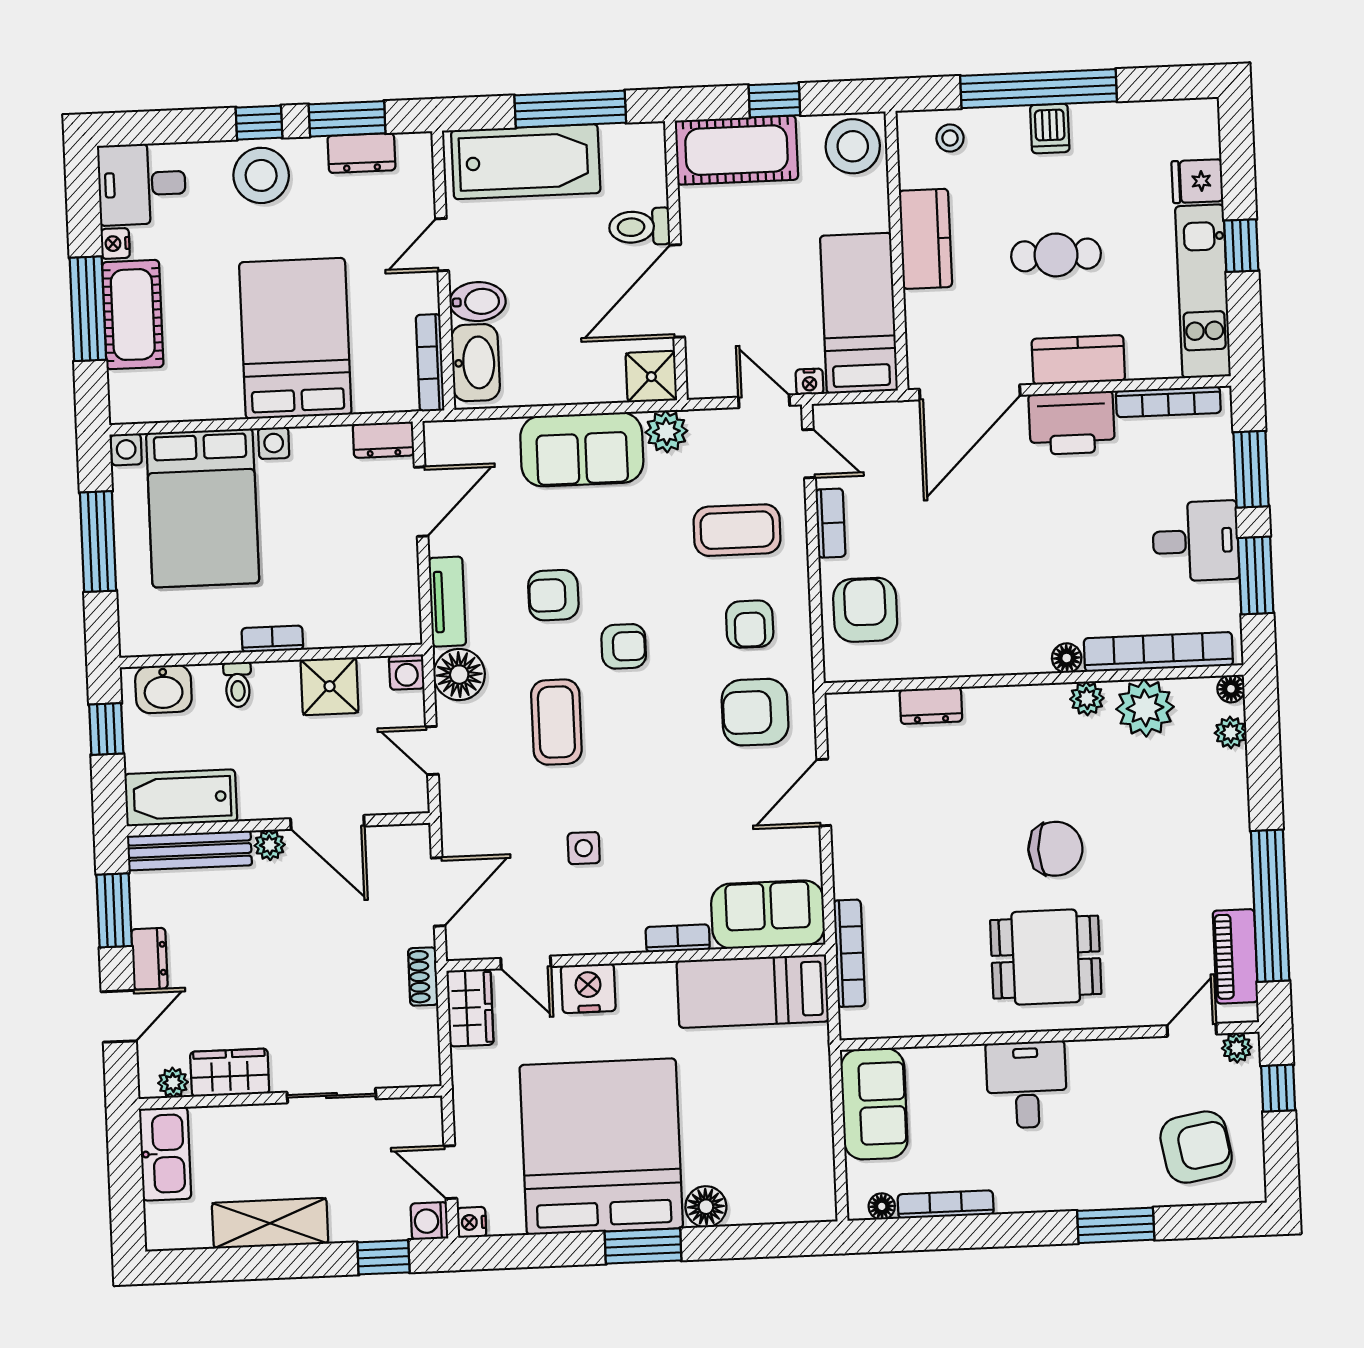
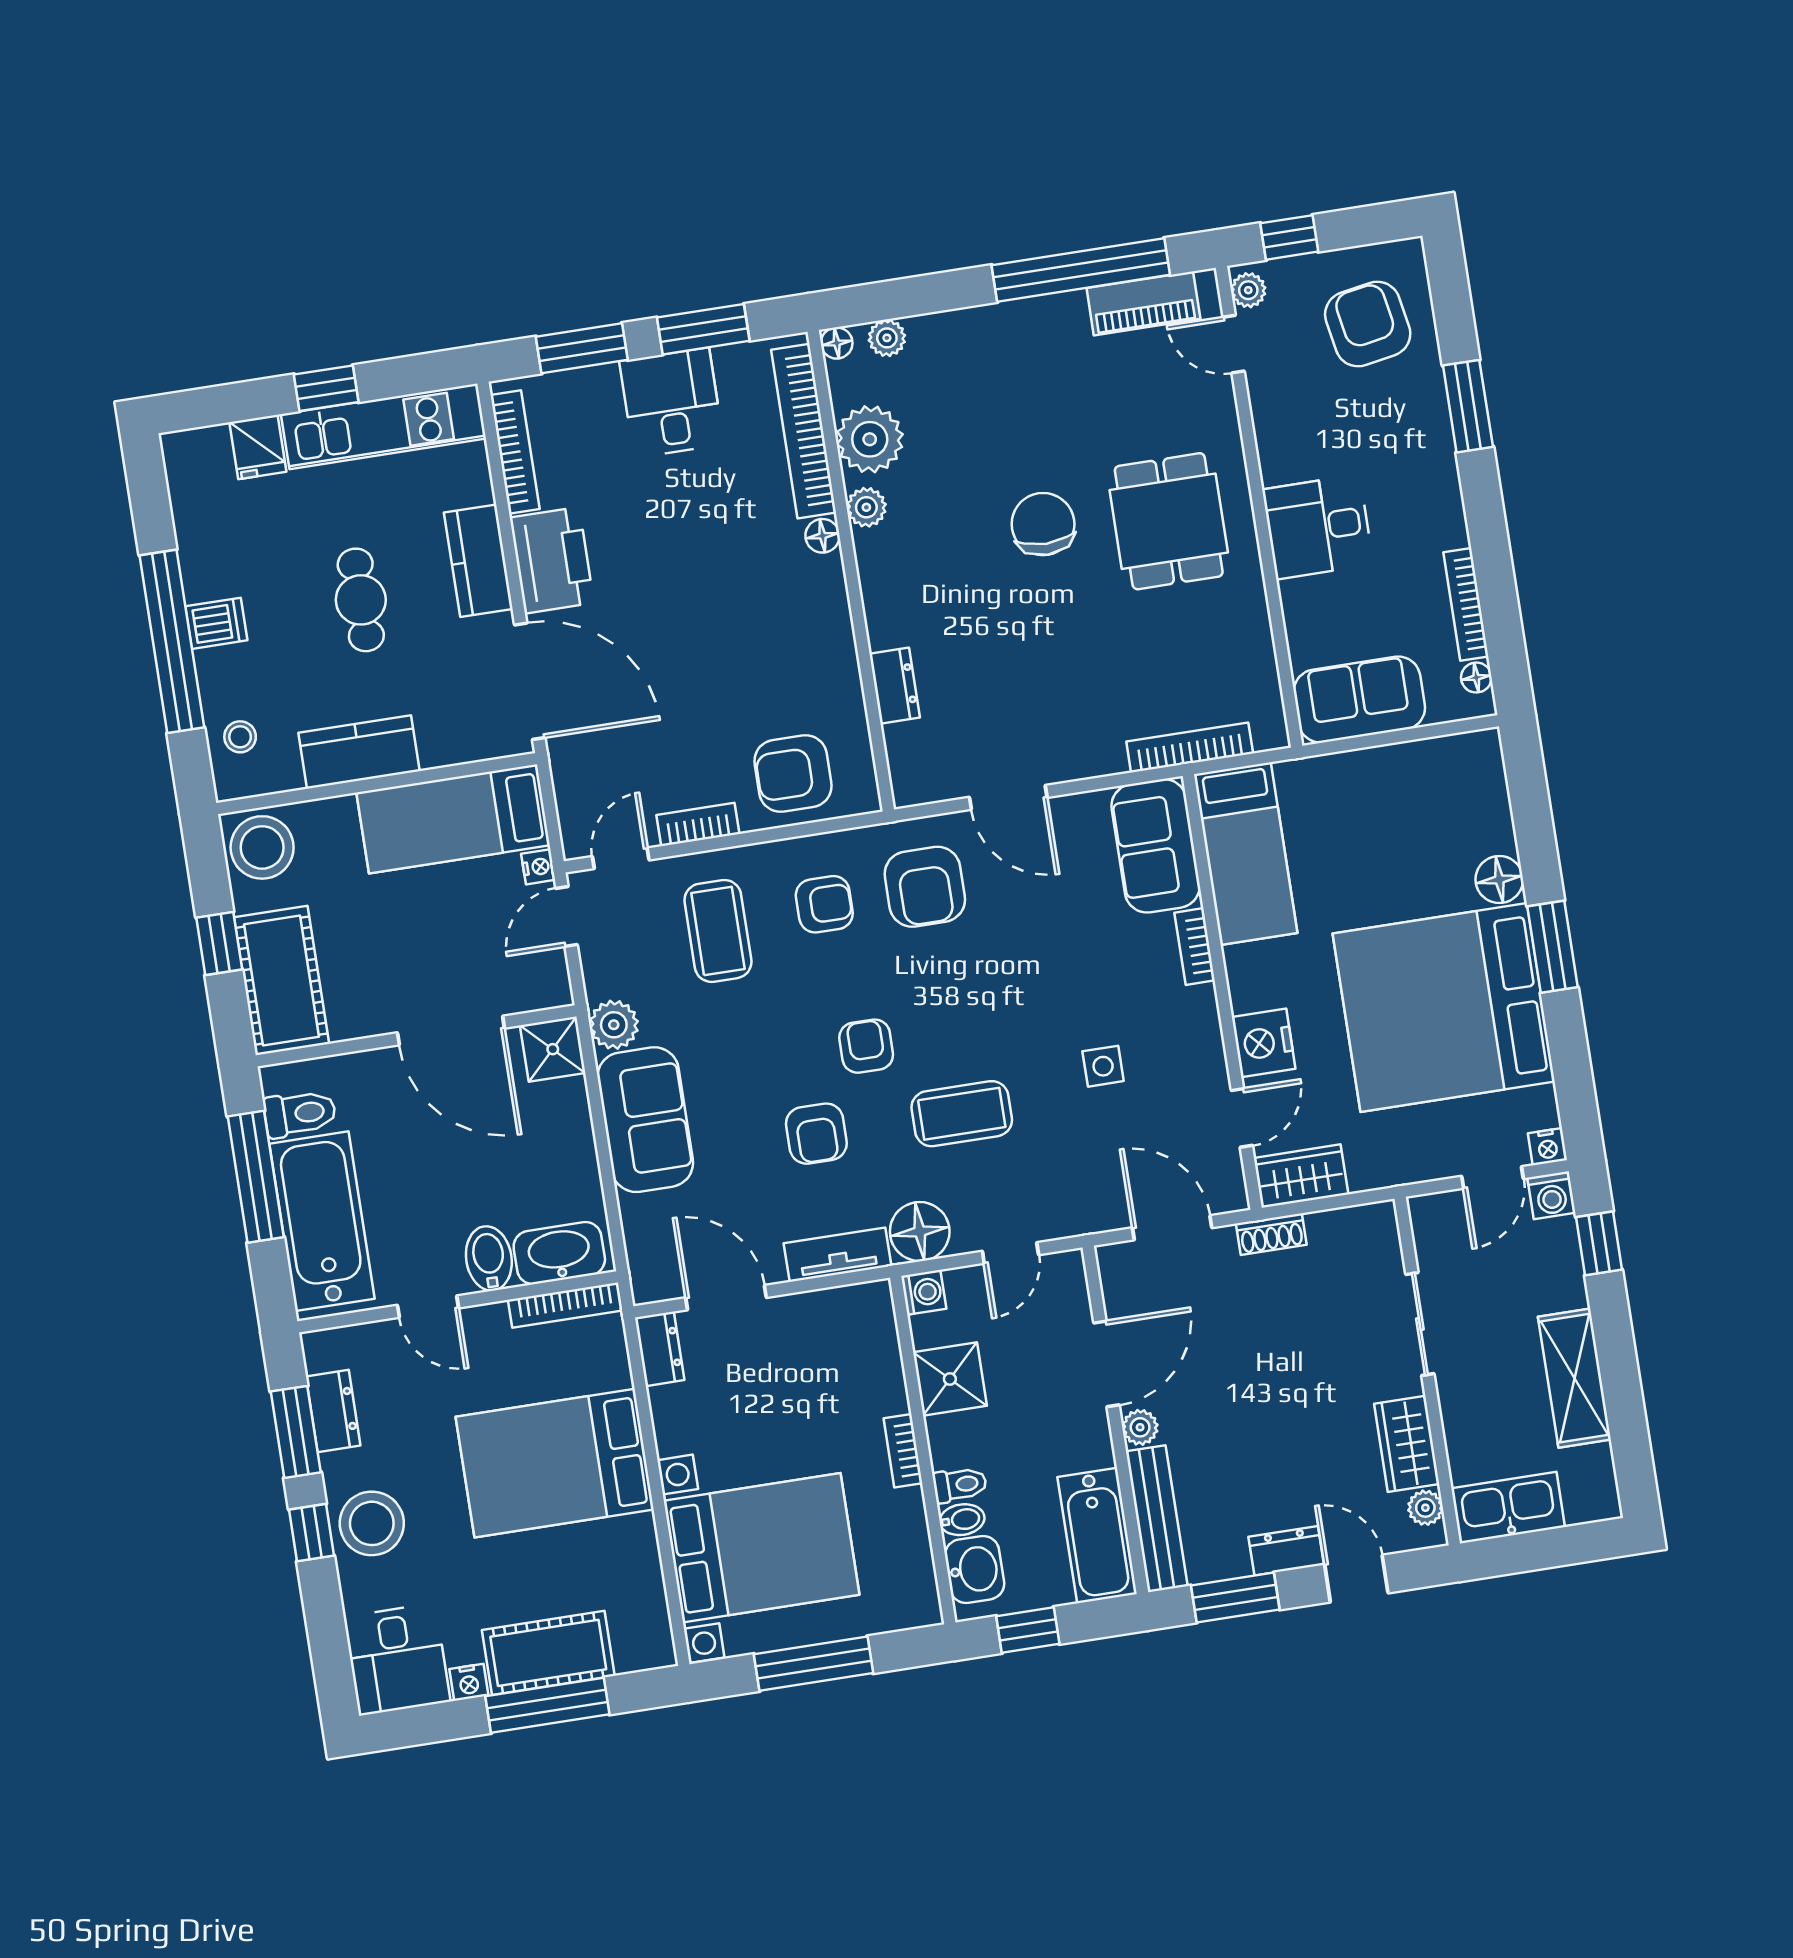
toilet: (639, 227) -> (300, 1114), moved, turned -90
bidet: (207, 683) -> (962, 1520), added

